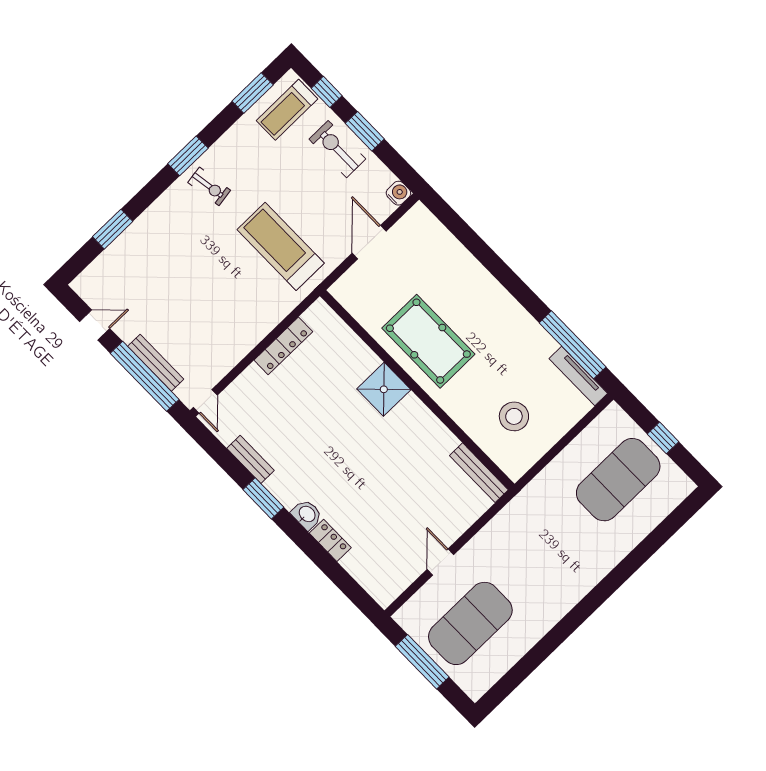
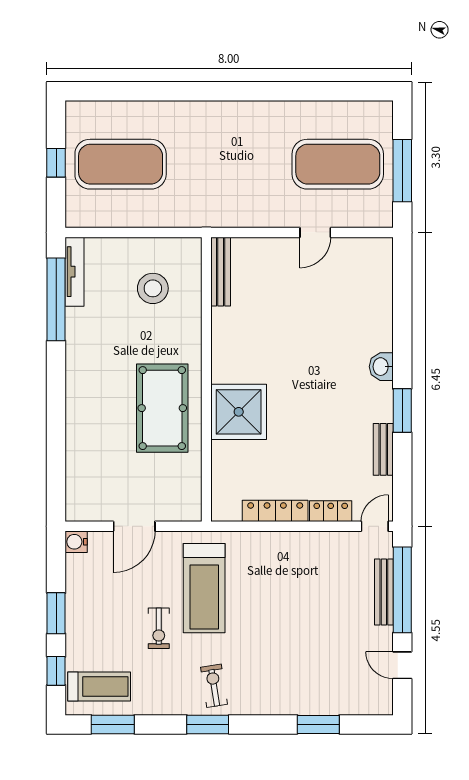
exercise bike: (337, 149) -> (159, 628), moved, width x0.73, depth x0.72
shower: (384, 389) -> (239, 412), width x1.37, depth x1.37
locker: (330, 540) -> (331, 511), moved, turned 90

